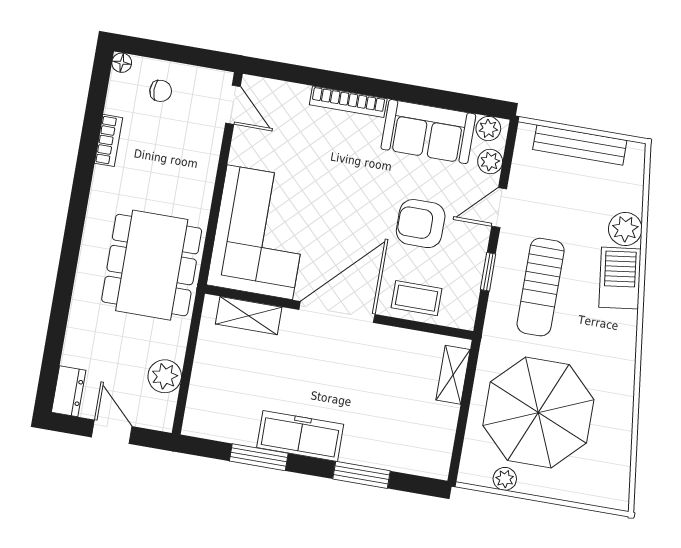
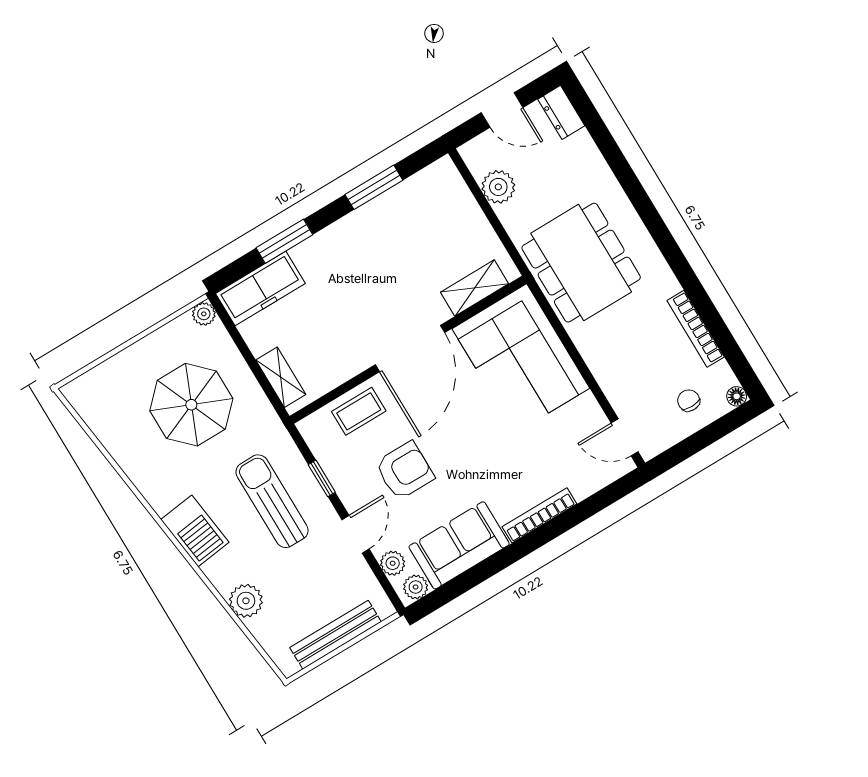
chair: (161, 91) -> (689, 400), turned 90
bookcase: (109, 140) -> (696, 329), width x1.56
barbecue: (620, 278) -> (195, 531), moved
parasol: (538, 412) -> (191, 405), width x0.73, depth x0.73
freezer: (300, 436) -> (260, 288), moved
plant: (505, 479) -> (204, 314), moved

